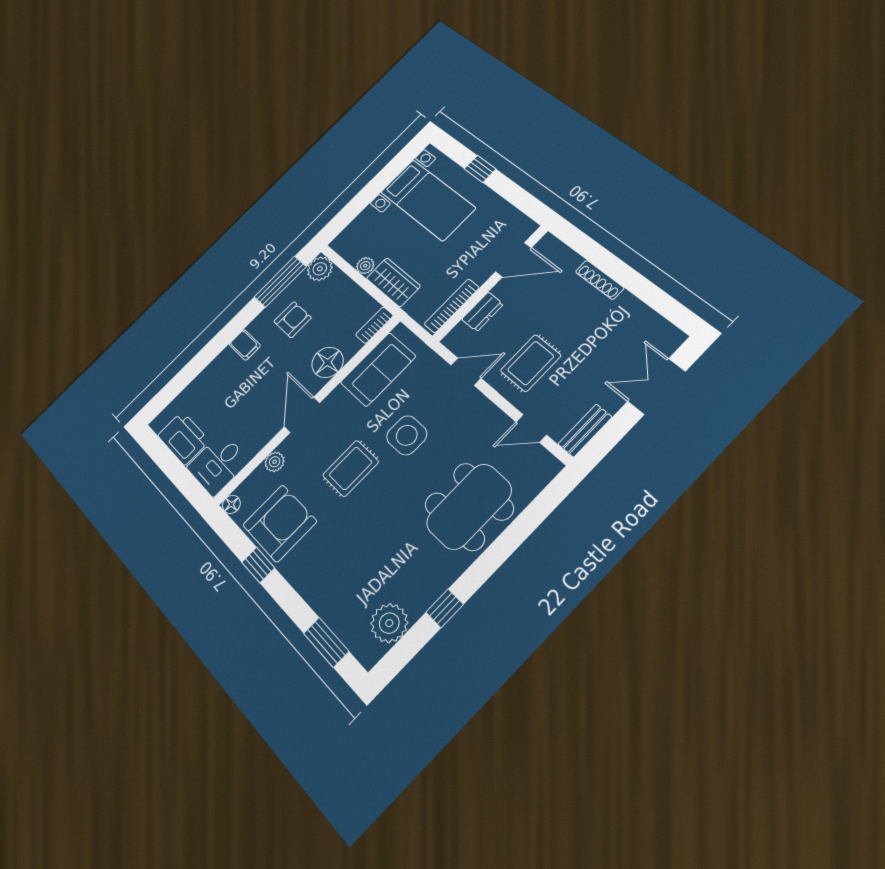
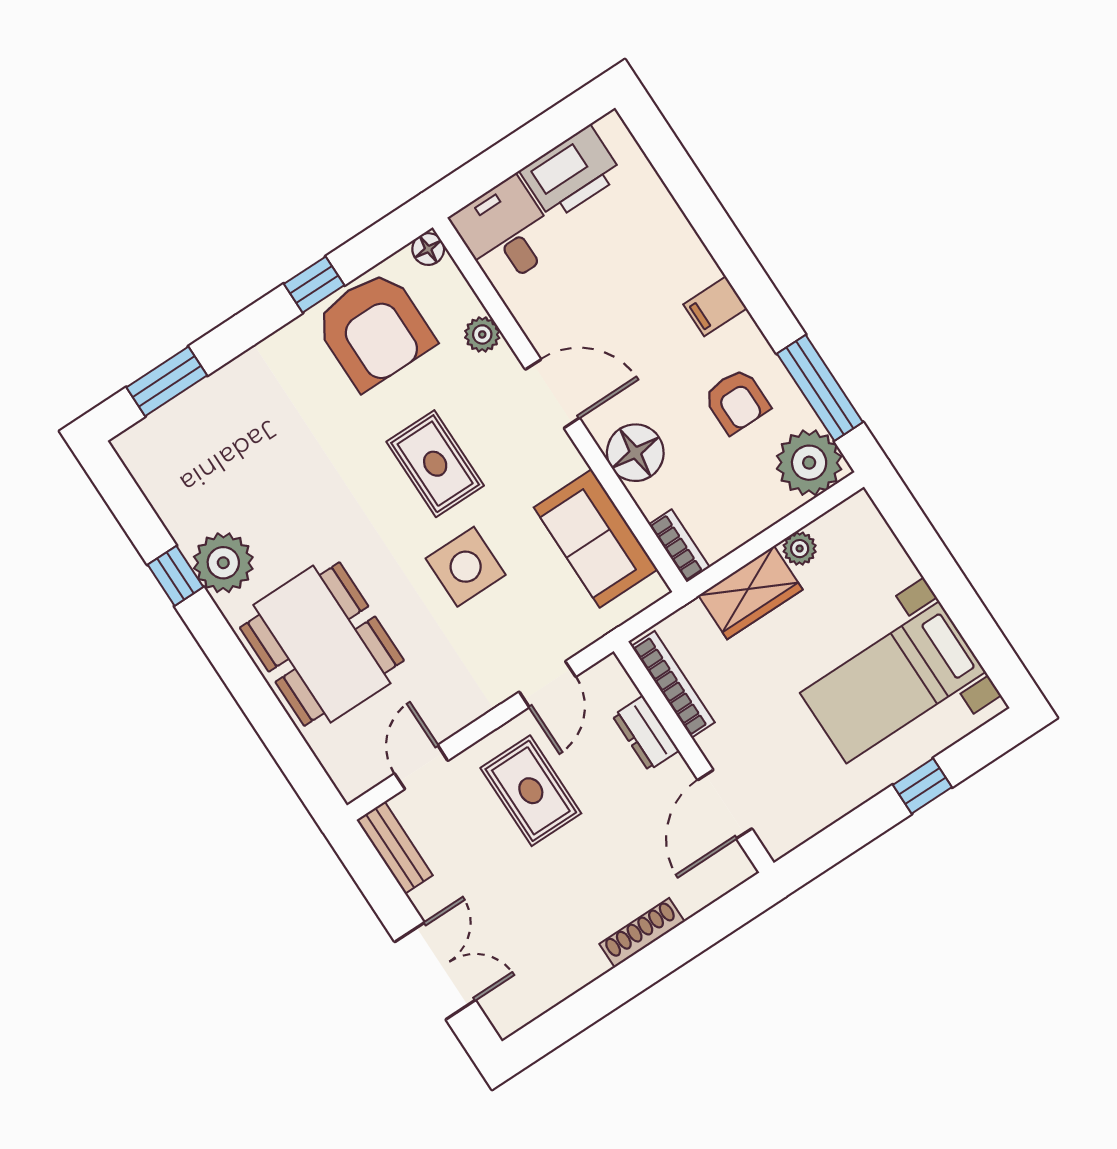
plant: (320, 269) -> (809, 463), width x1.36, depth x1.36
plant: (389, 623) -> (223, 563), moved

